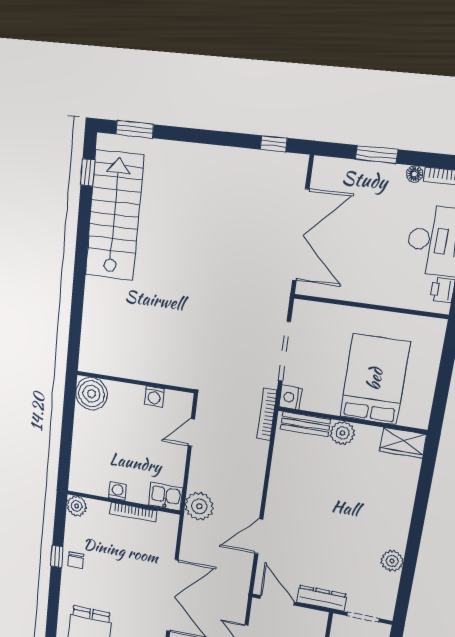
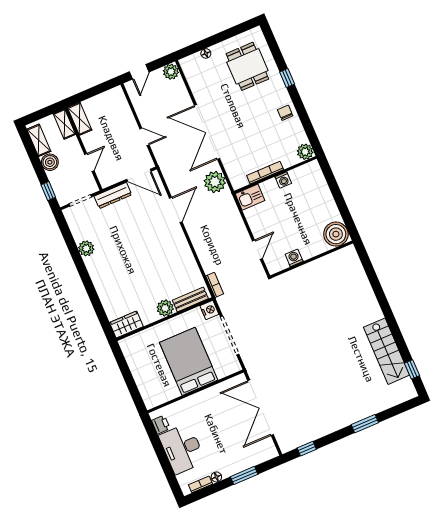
window: (135, 129) -> (365, 424), moved
stairs: (114, 216) -> (387, 351), width x0.73, depth x0.66
bed: (375, 379) -> (189, 361), moved, turned 180
bookcase: (267, 414) -> (215, 285), width x0.64
plant: (199, 506) -> (215, 182), moved
window: (57, 557) -> (287, 78), moved

